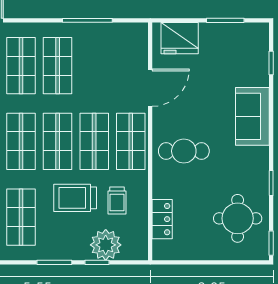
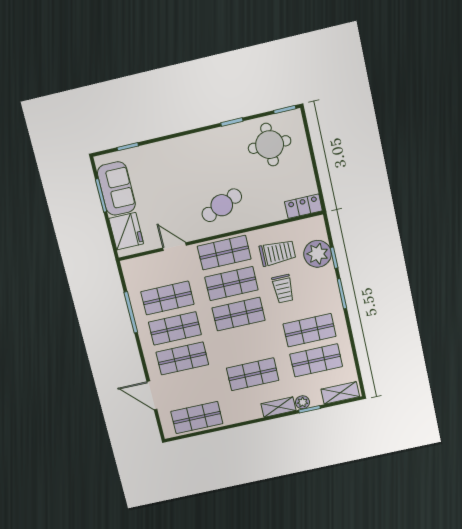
door: (150, 88) -> (174, 247), width x0.73
sofa: (252, 116) -> (116, 189), moved, turned -90
shop shelf: (21, 141) -> (167, 298), moved
cafe table: (184, 151) -> (222, 205), turned 67
trolley: (75, 198) -> (283, 289), width x0.73, depth x0.72
trolley: (117, 201) -> (277, 253), width x1.36, depth x1.39
locker: (162, 219) -> (303, 206), moved

